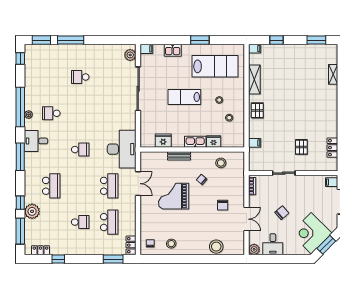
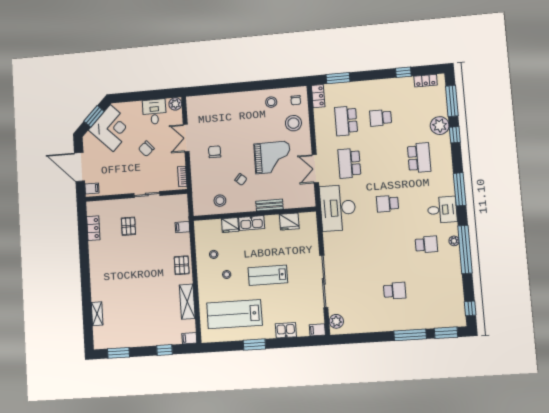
lab bench: (184, 97) -> (268, 275), turned 180
school desk: (51, 186) -> (419, 158), turned 180
stool: (216, 247) -> (293, 123), moved

